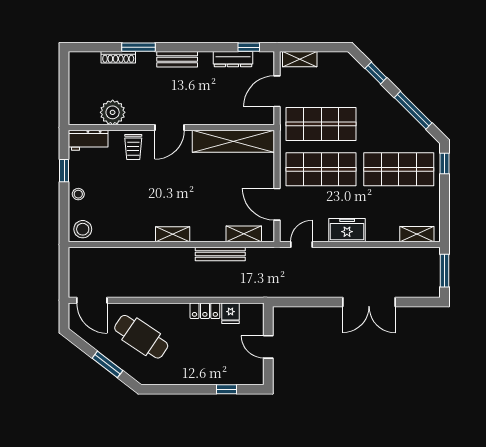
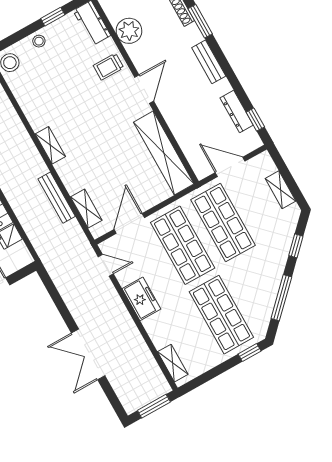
shelving: (300, 59) -> (281, 190), moved
door: (170, 127) -> (144, 89), swing flipped

